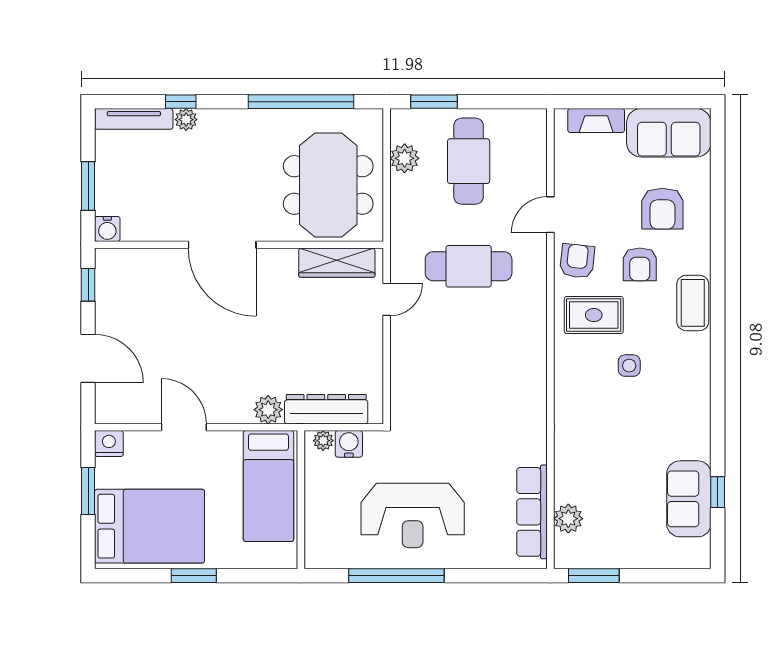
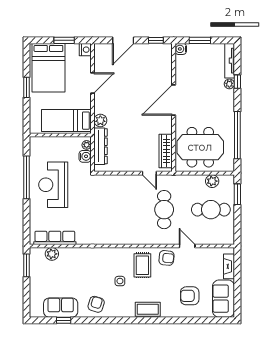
armchair: (640, 264) -> (96, 304), moved, turned 108

